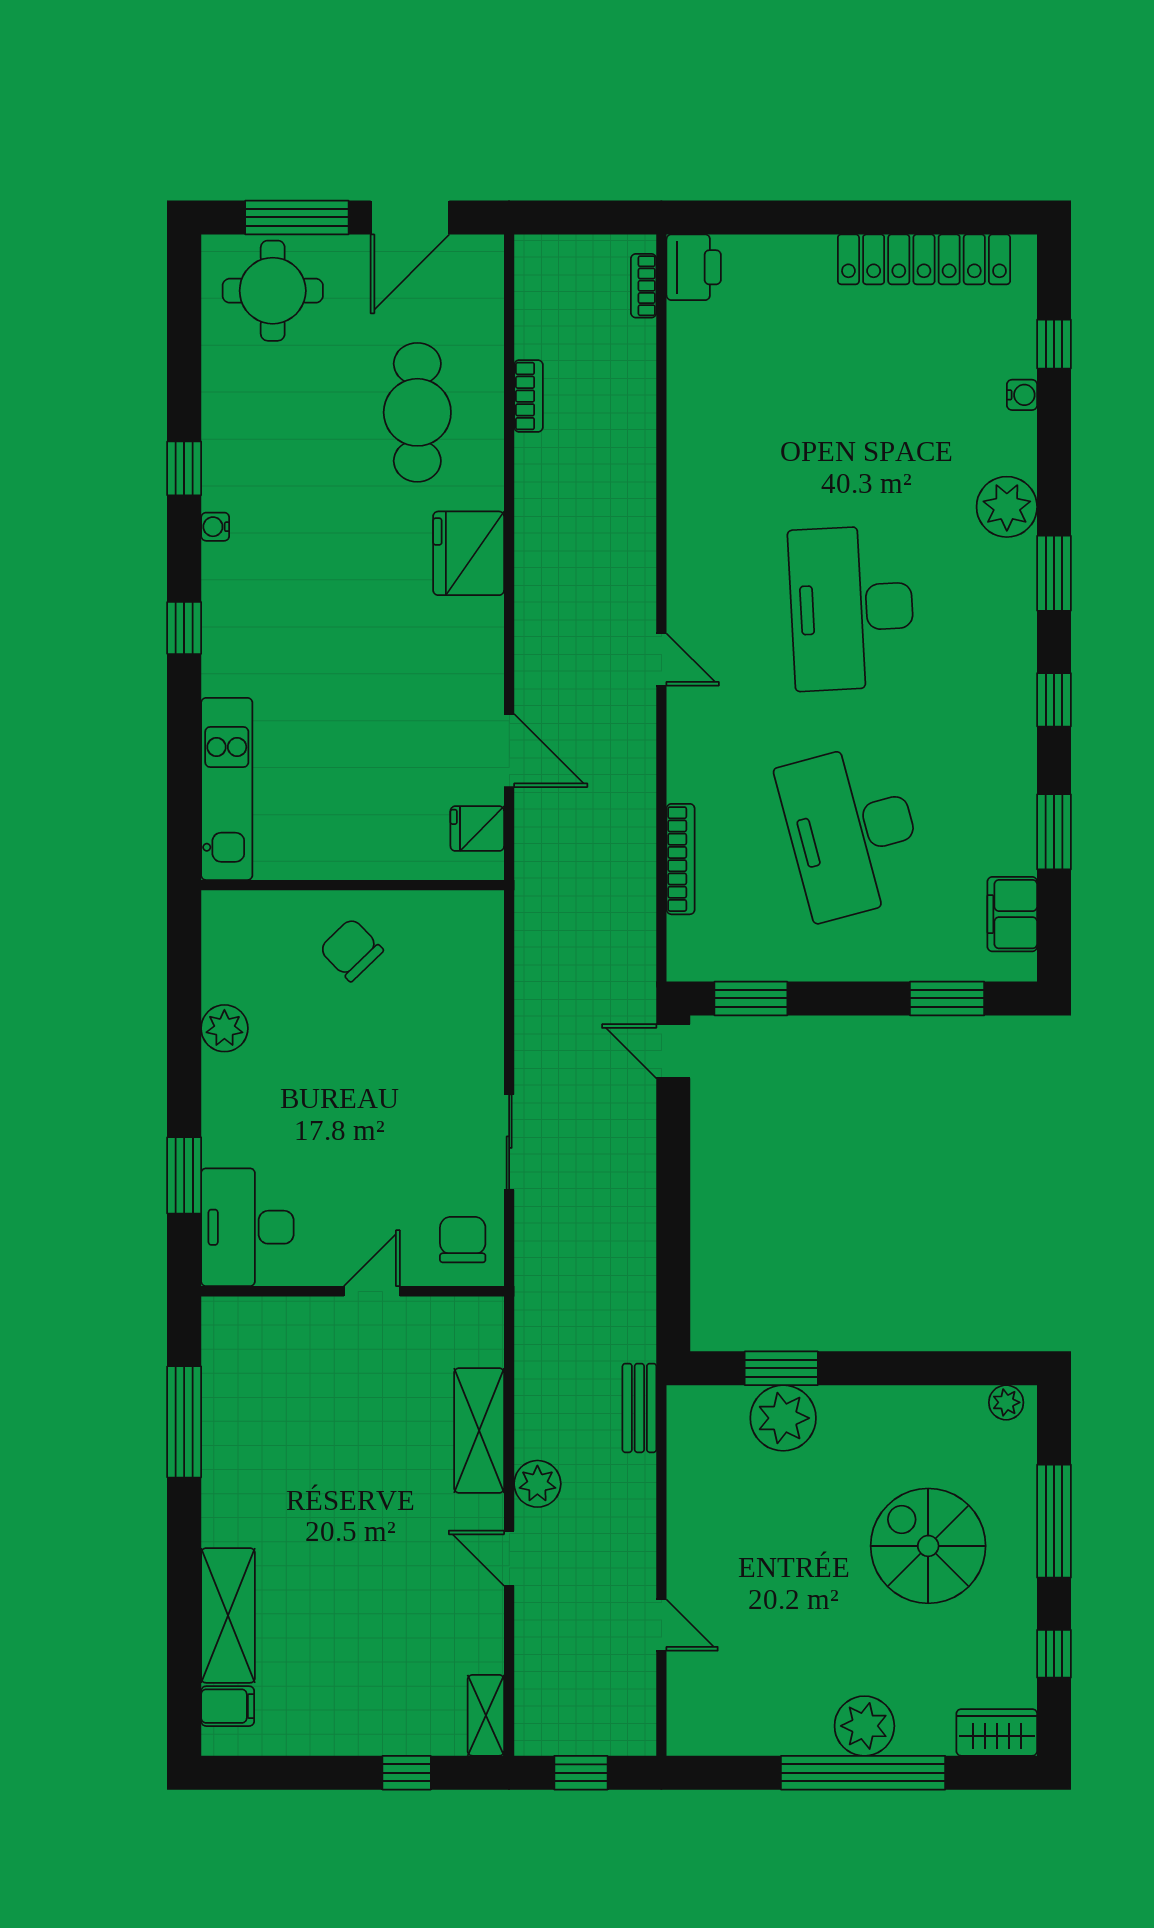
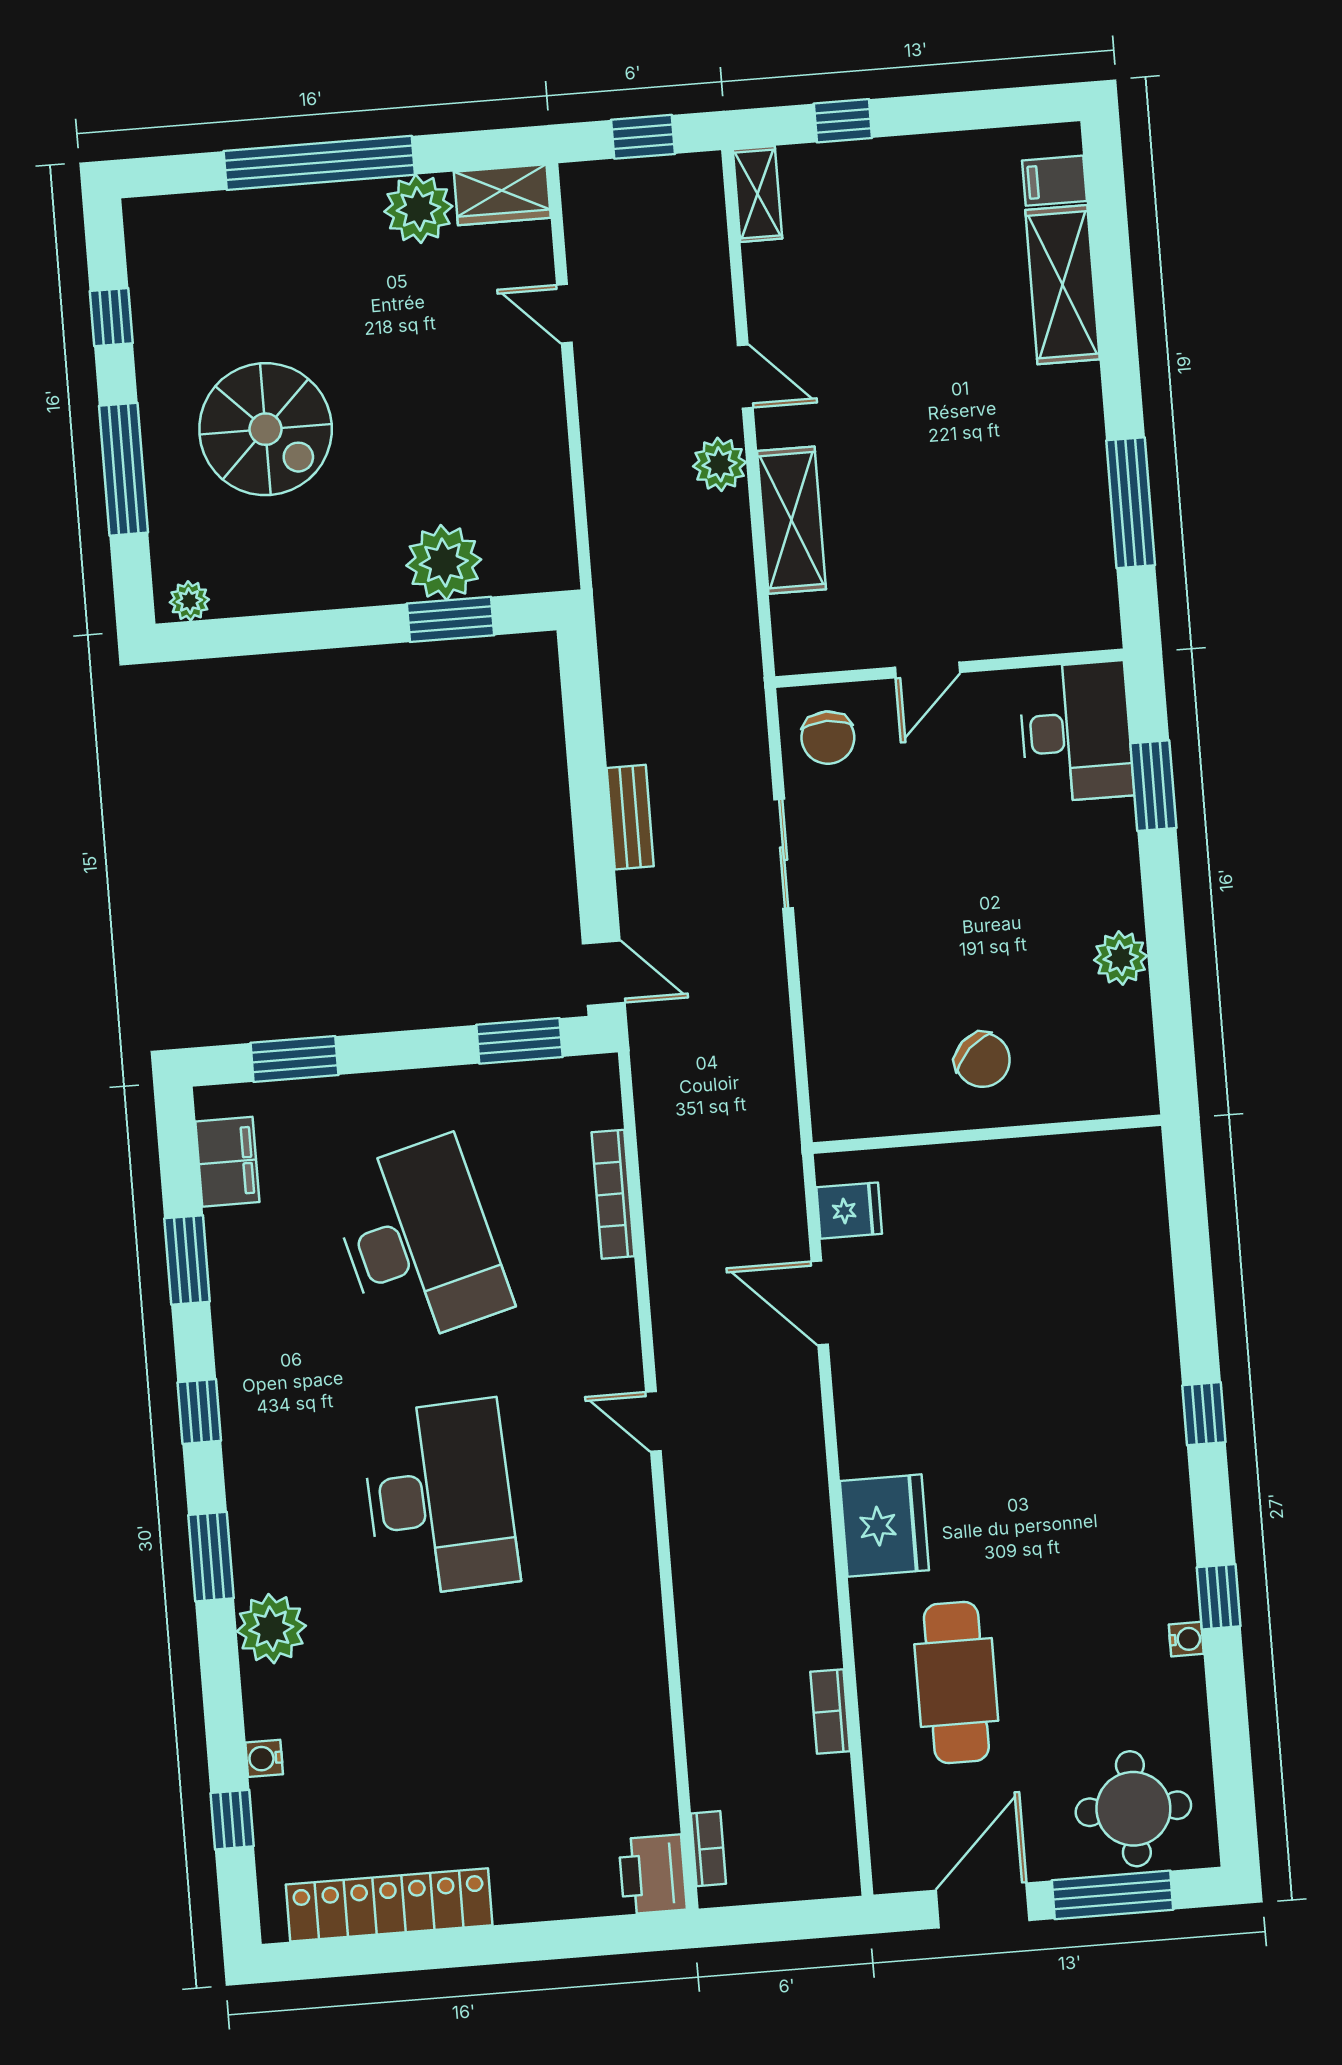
water cooler: (215, 527) -> (1186, 1639), moved
kitchen unit: (227, 789) -> (1140, 1233), removed
bench: (639, 1408) -> (630, 817), moved
plant: (864, 1726) -> (418, 209), moved
wardrobe: (997, 1732) -> (502, 195), moved

